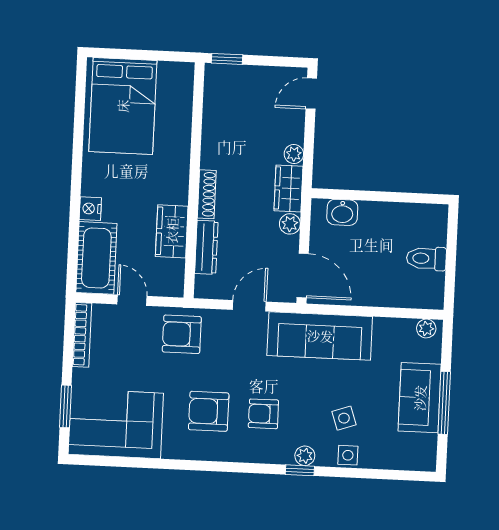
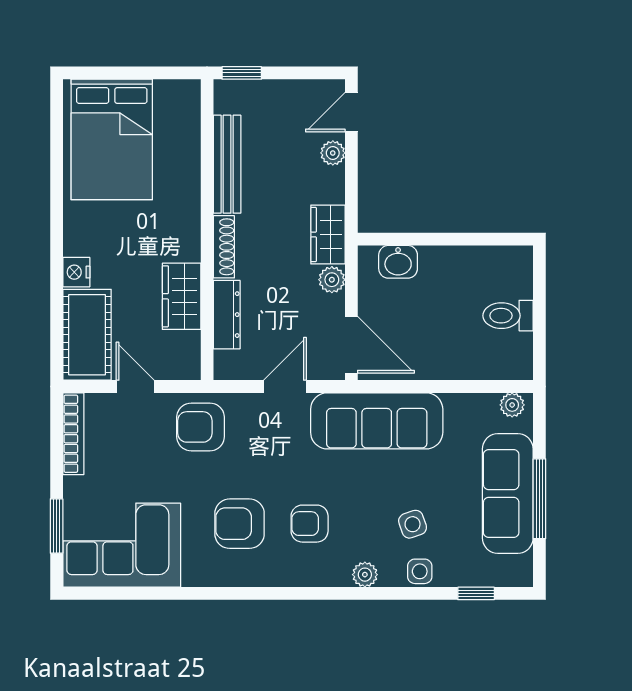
bench: (212, 130) -> (227, 164), added
plant: (294, 154) -> (333, 153), moved
sofa: (420, 398) -> (508, 493), width x1.36
window: (300, 470) -> (476, 593), moved

